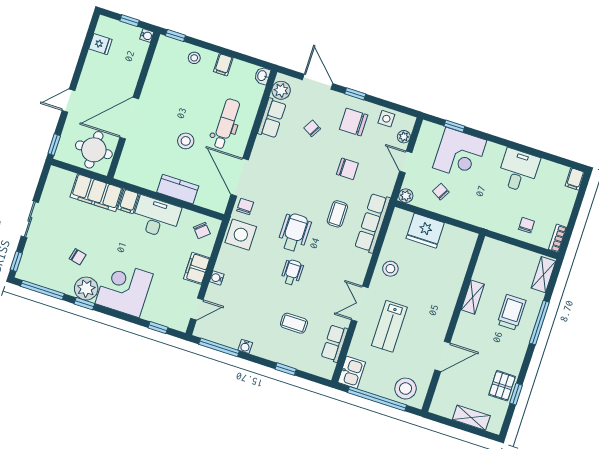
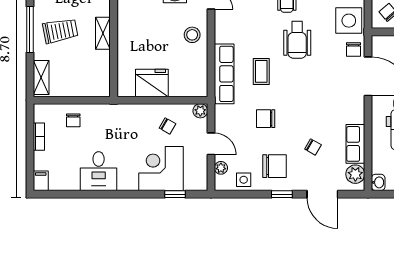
fridge: (425, 231) -> (152, 83), moved
bookcase: (557, 238) -> (39, 137), moved
trolley: (512, 312) -> (60, 31), turned -101

